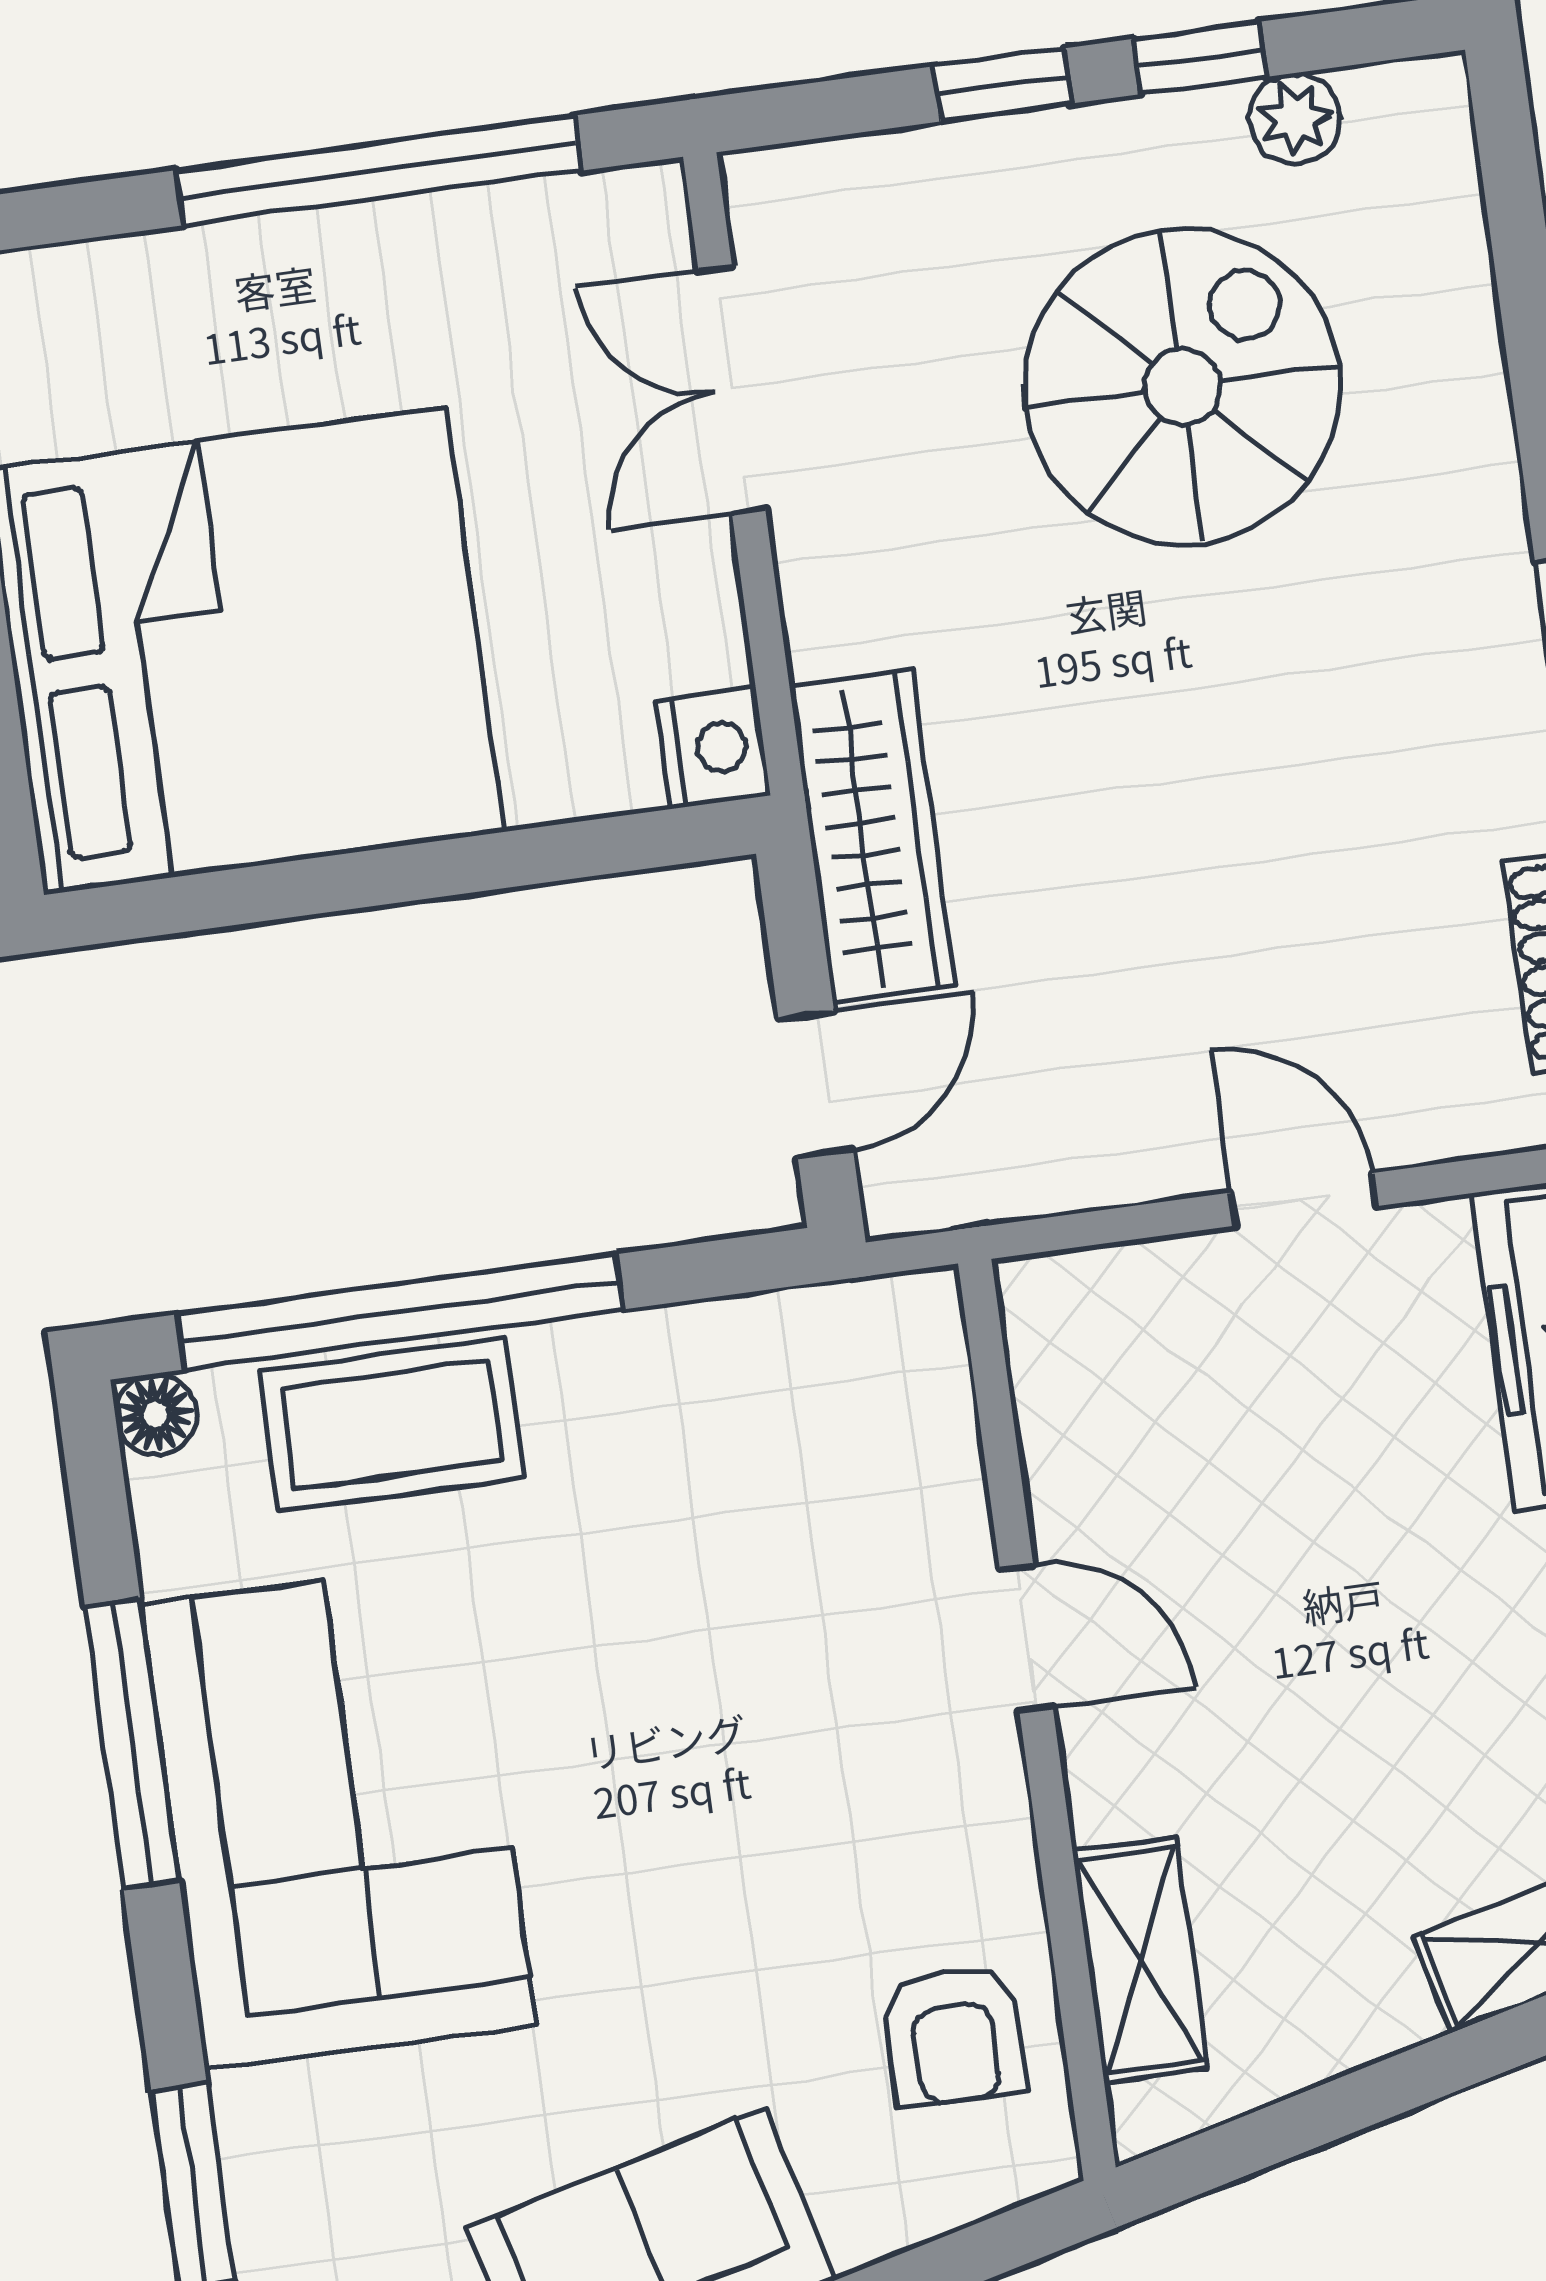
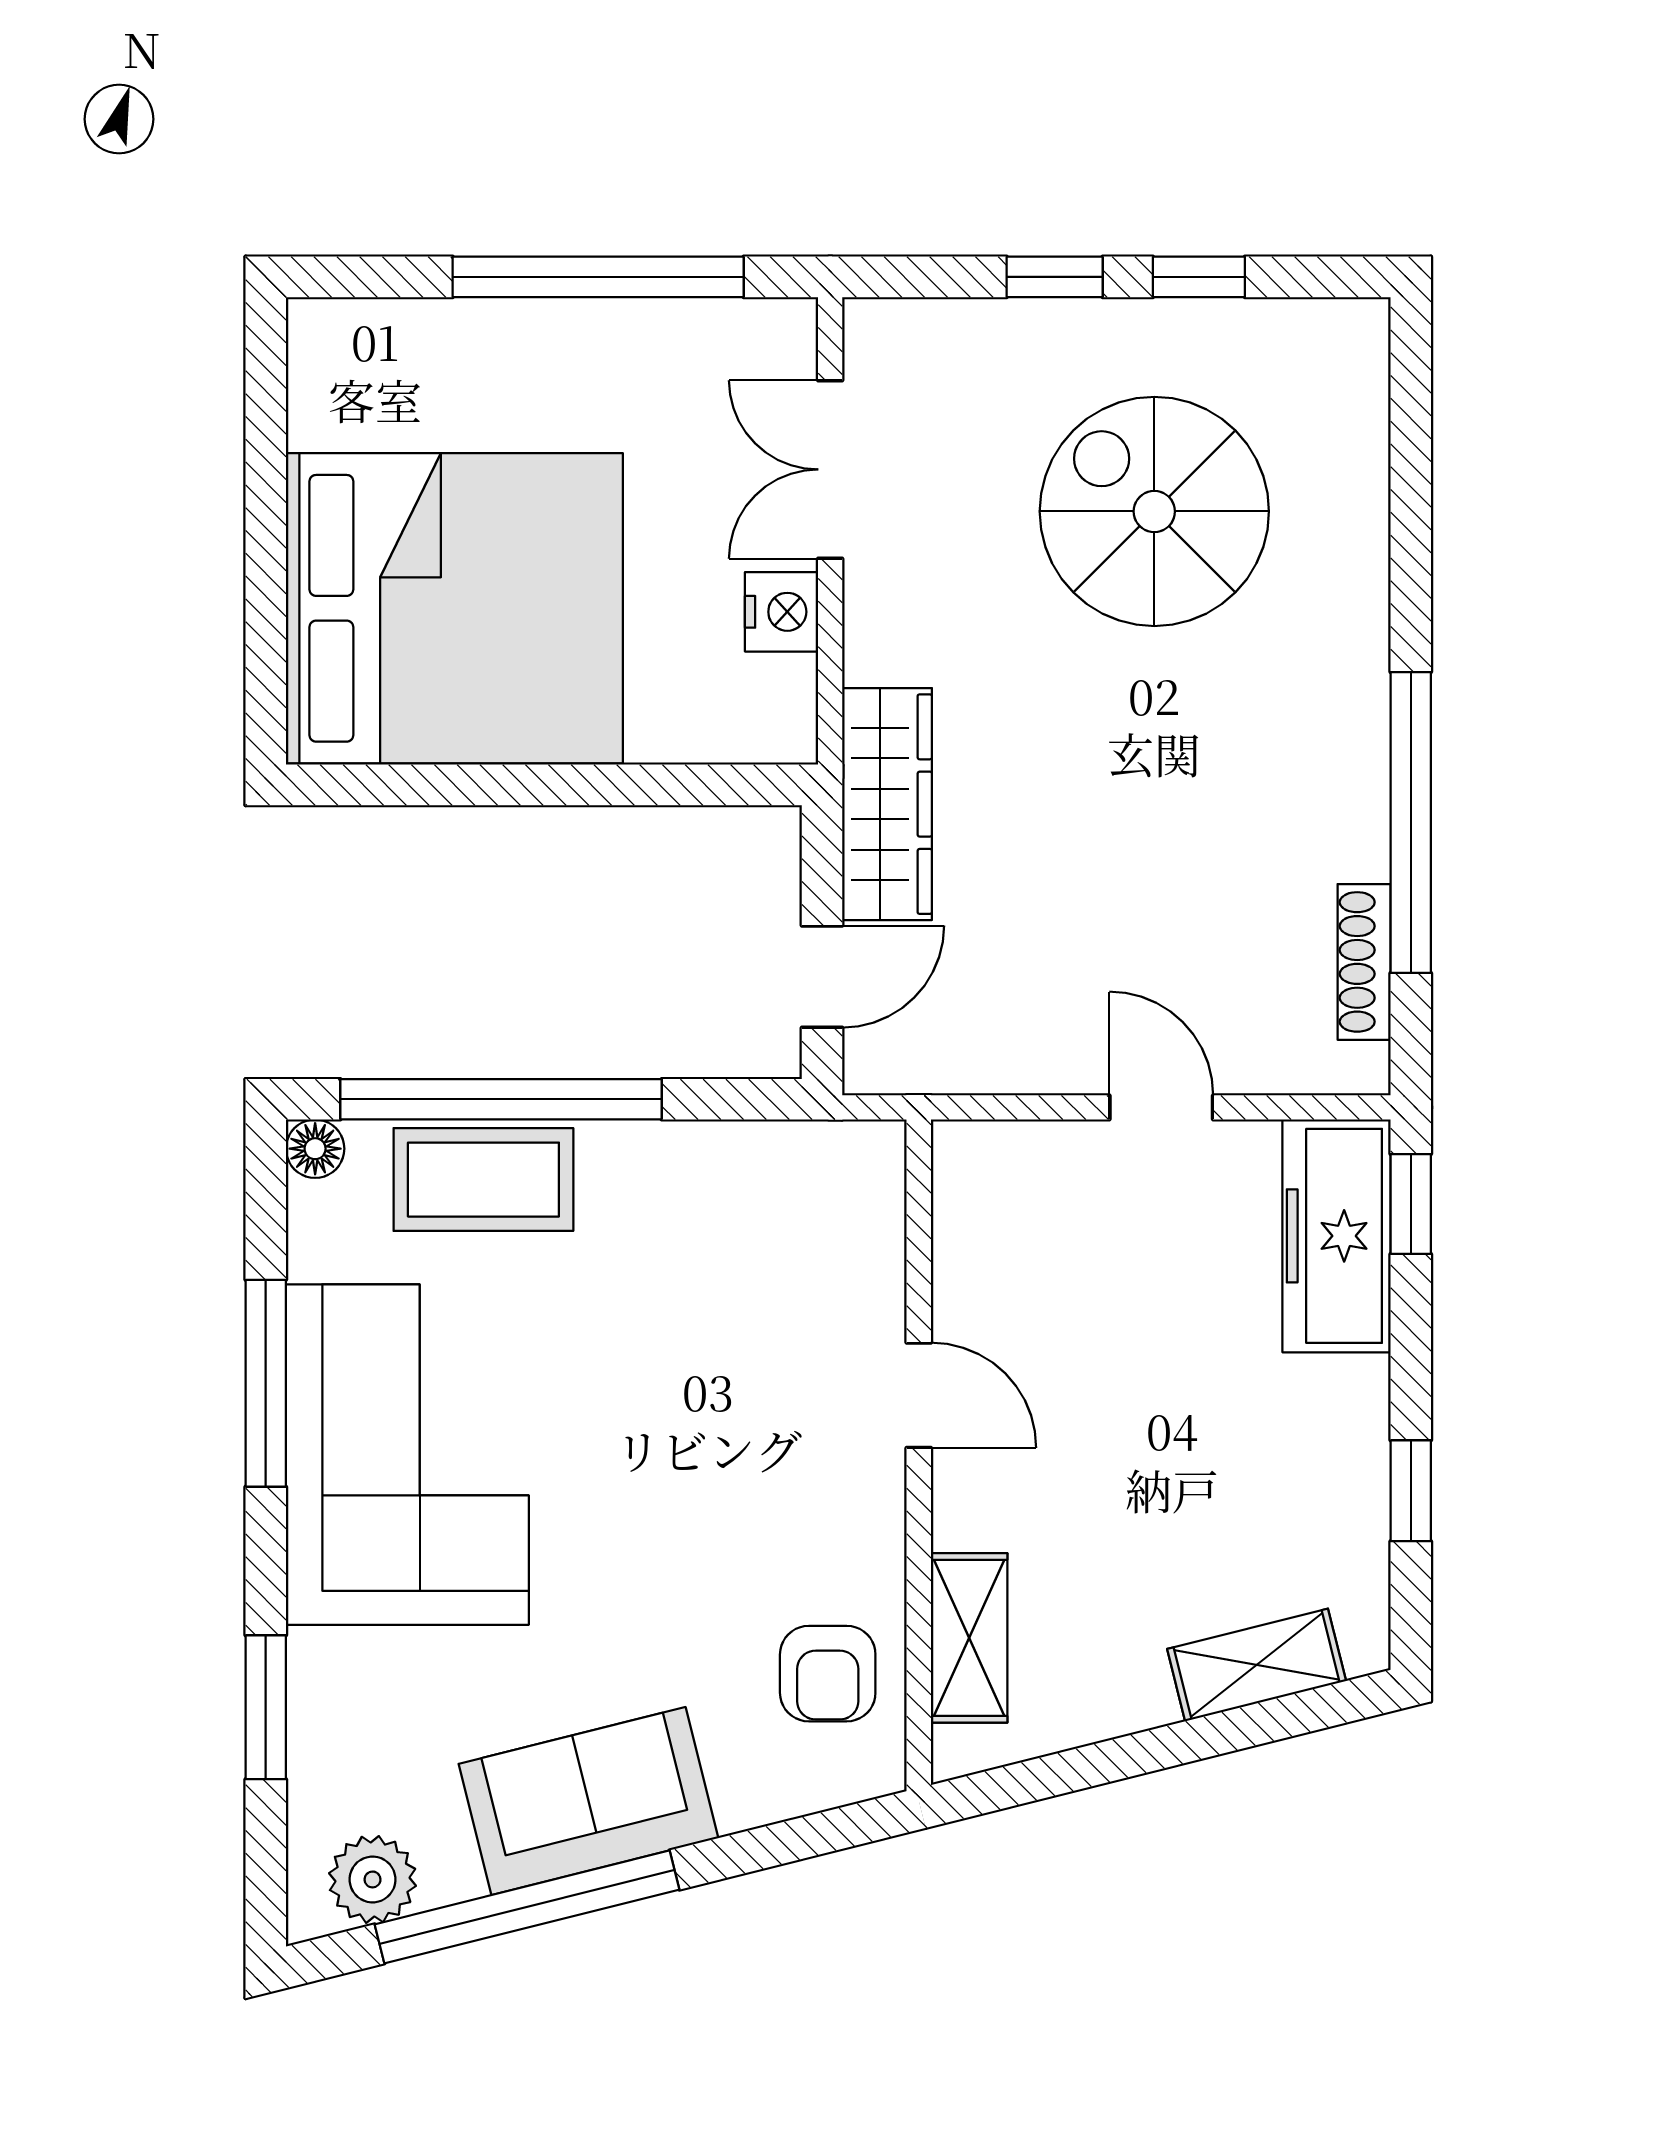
plant: (1295, 119) -> (1261, 330), removed
spiral stairs: (1183, 387) -> (1154, 511), turned -90
nightstand: (713, 748) -> (781, 612), moved

